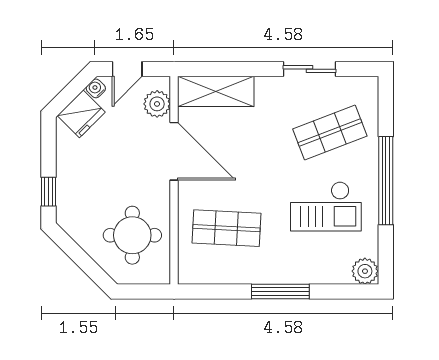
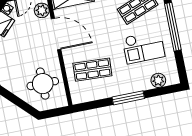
plant: (365, 271) -> (158, 80), moved

